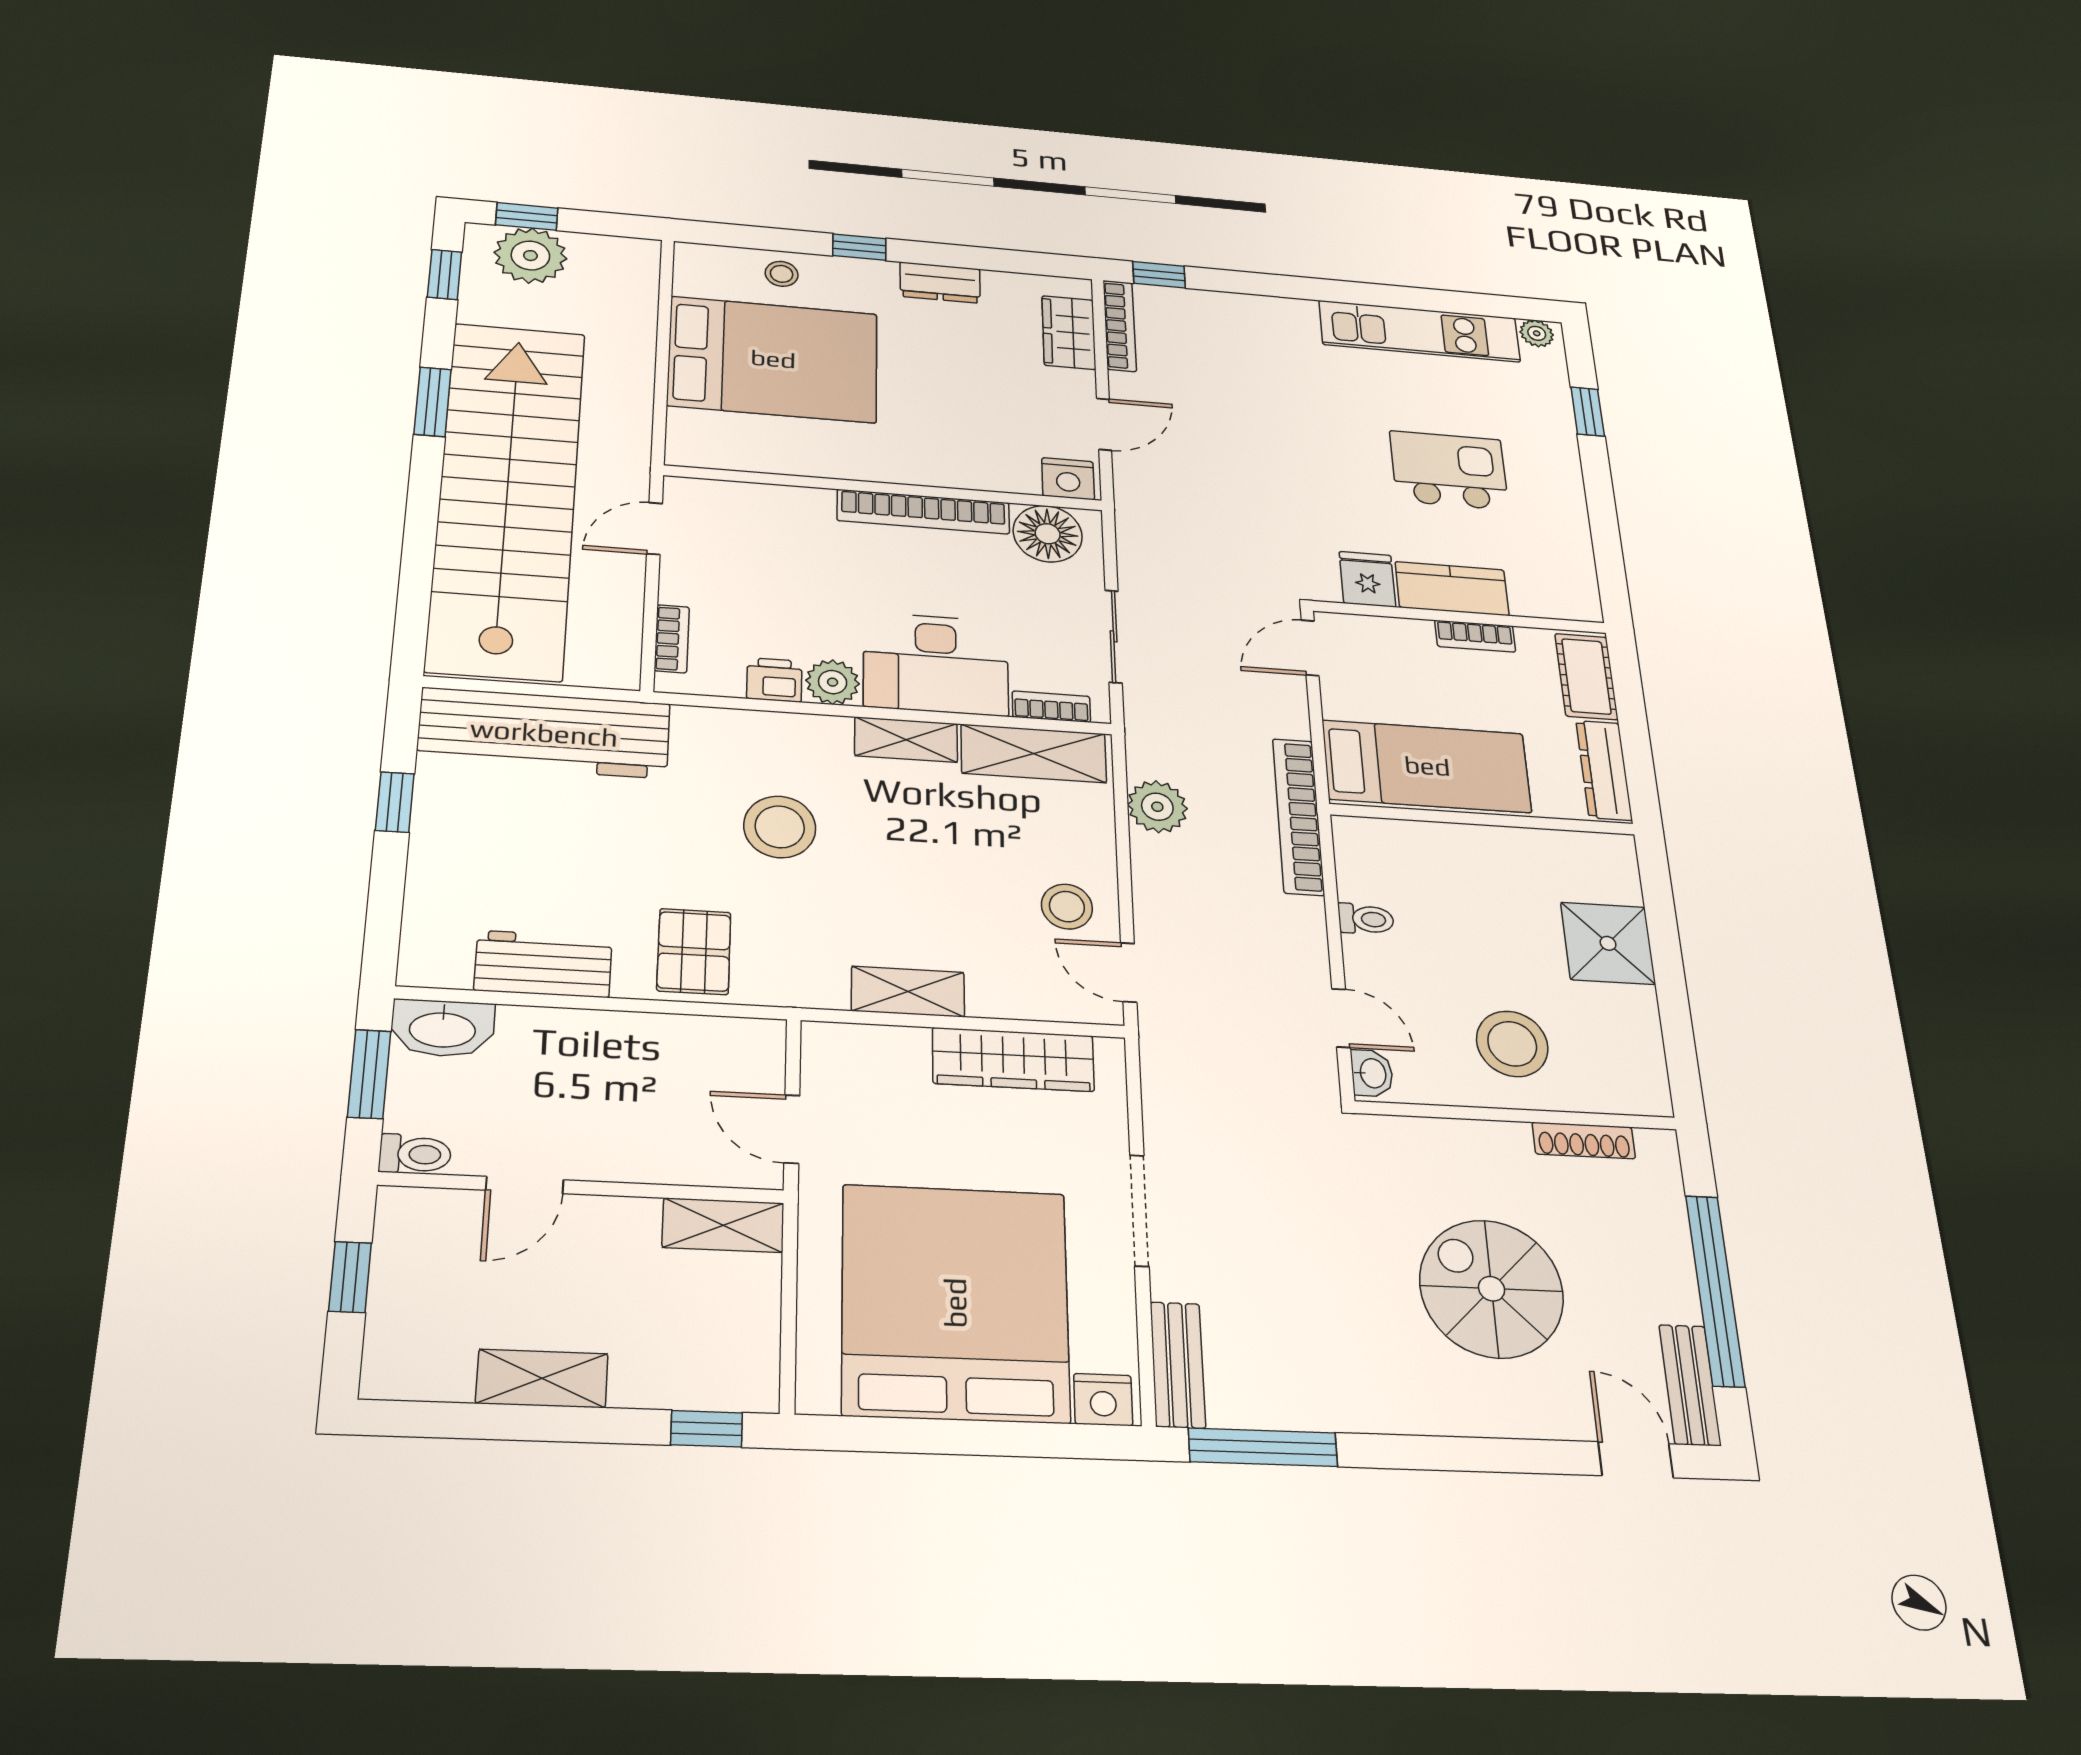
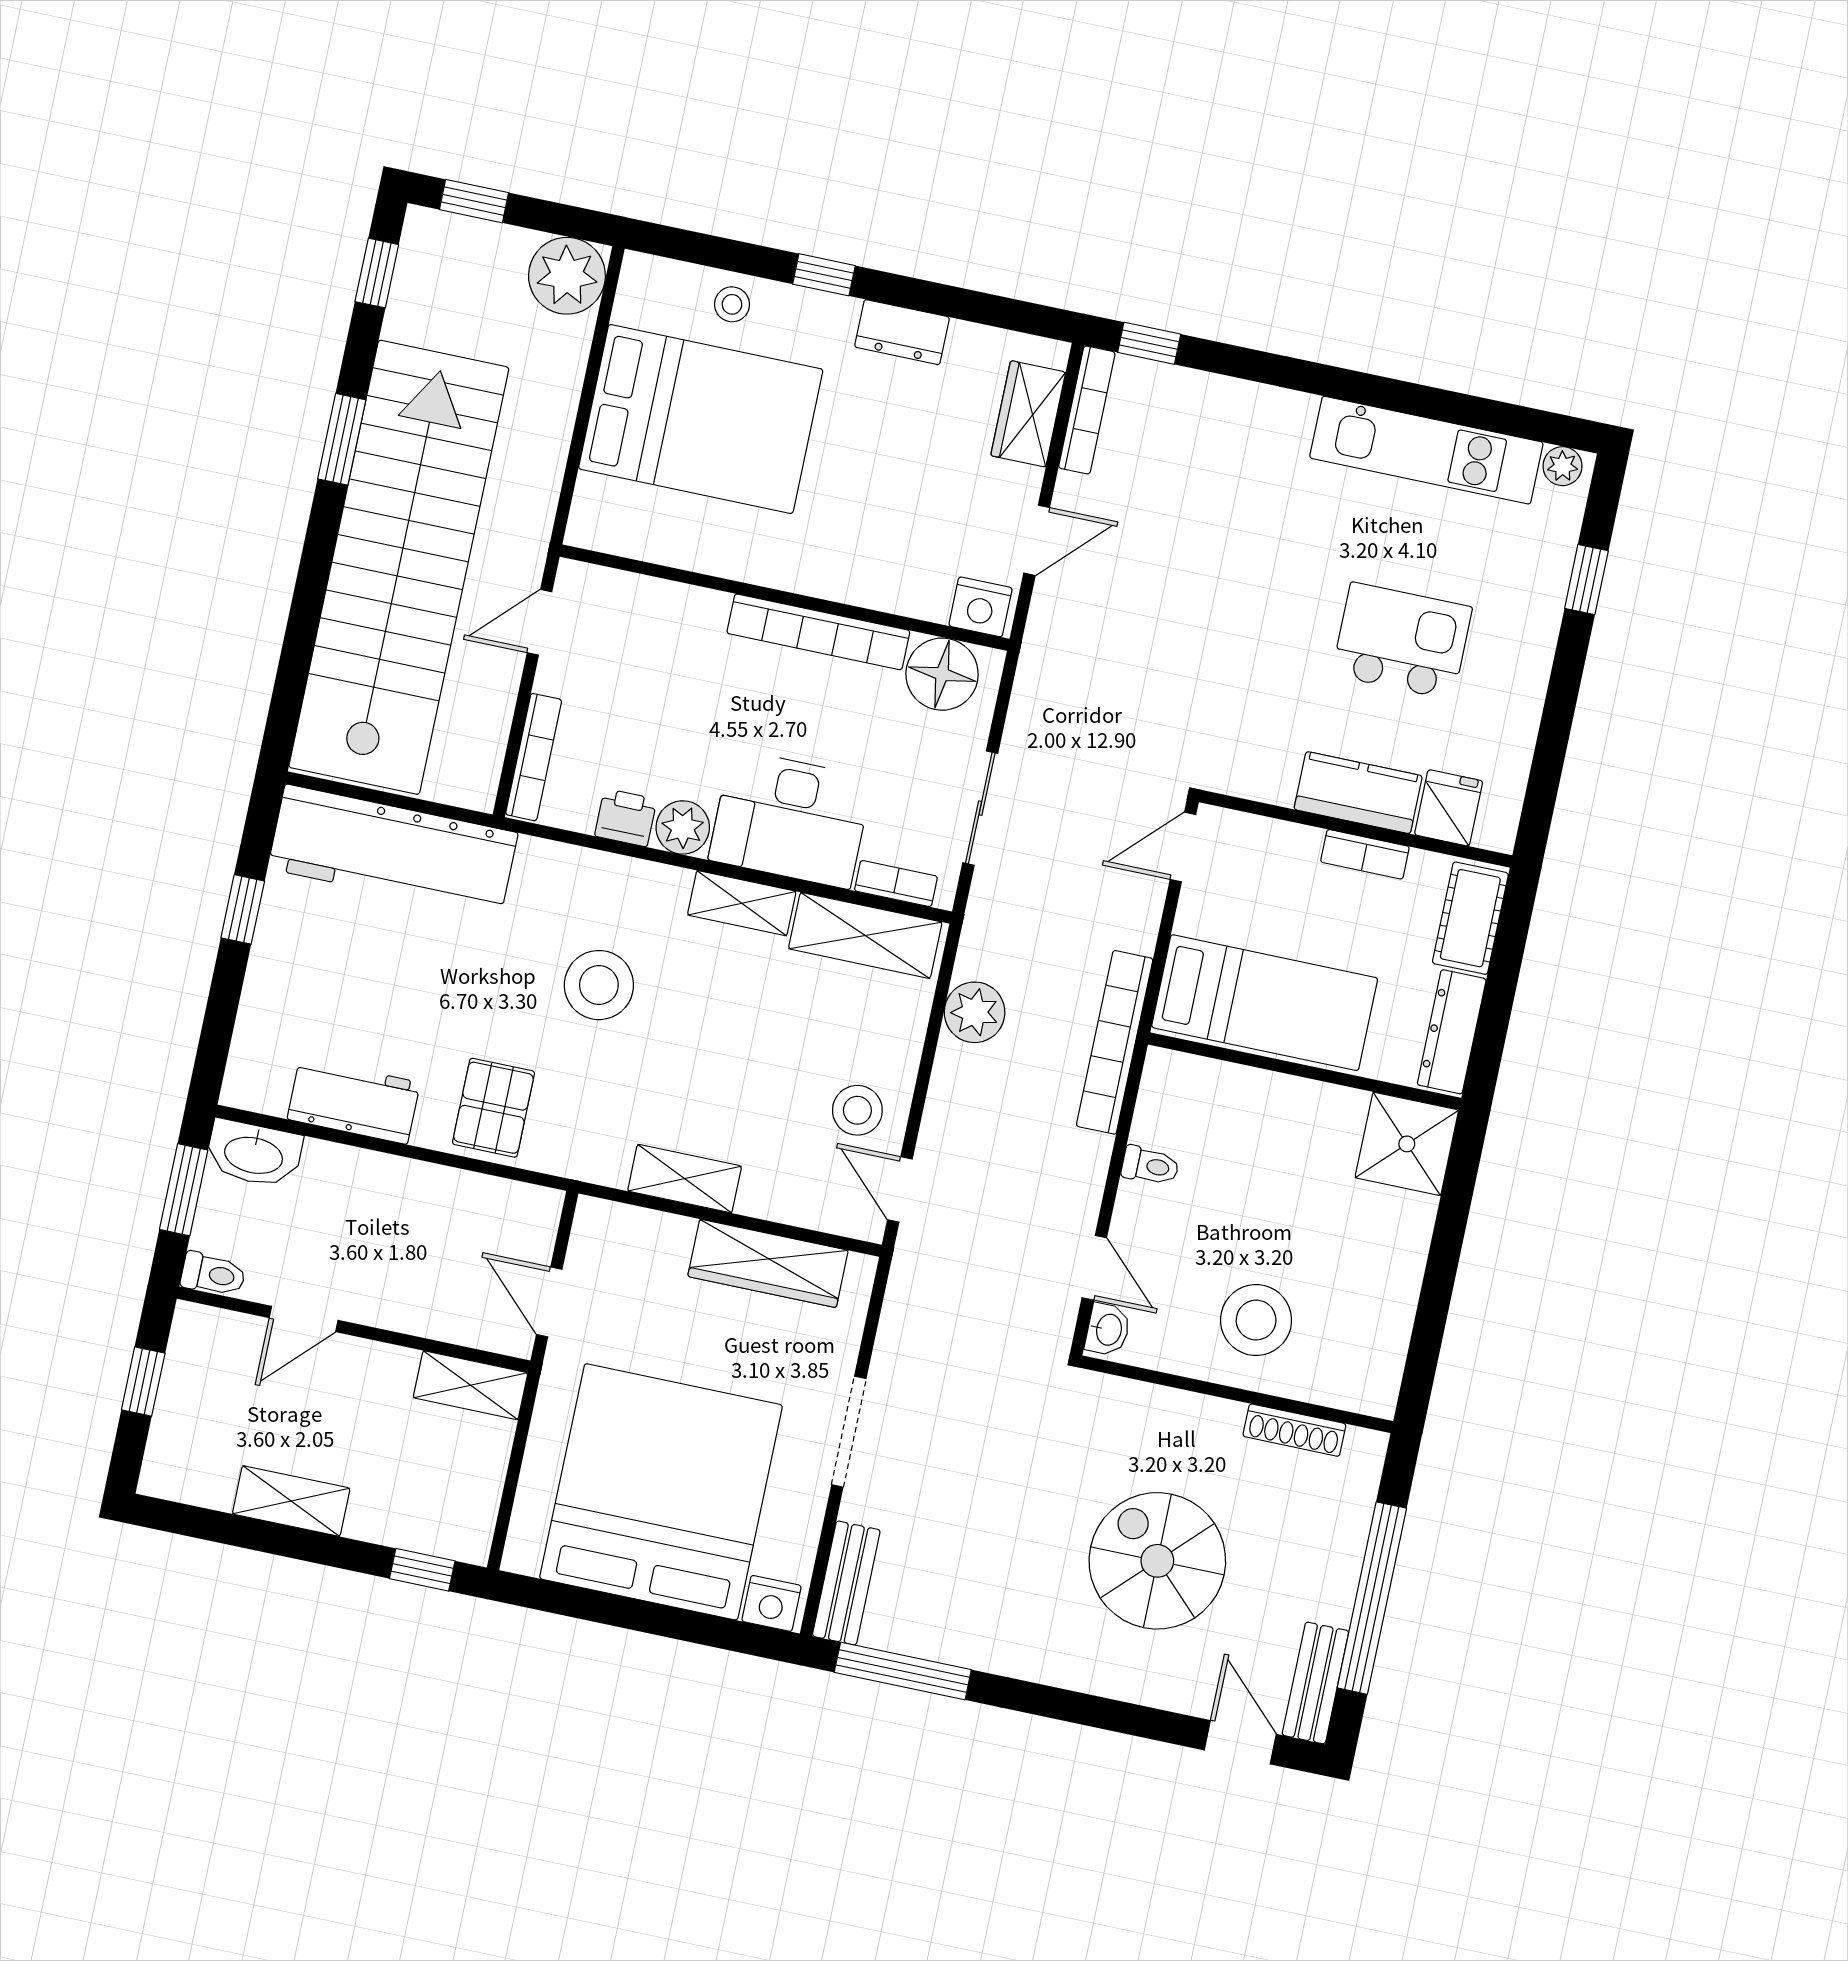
plant: (530, 256) -> (567, 276), moved
fridge: (1367, 579) -> (1449, 808), moved
bookcase: (672, 639) -> (534, 757), width x1.56
shower: (1608, 943) -> (1407, 1144), moved

